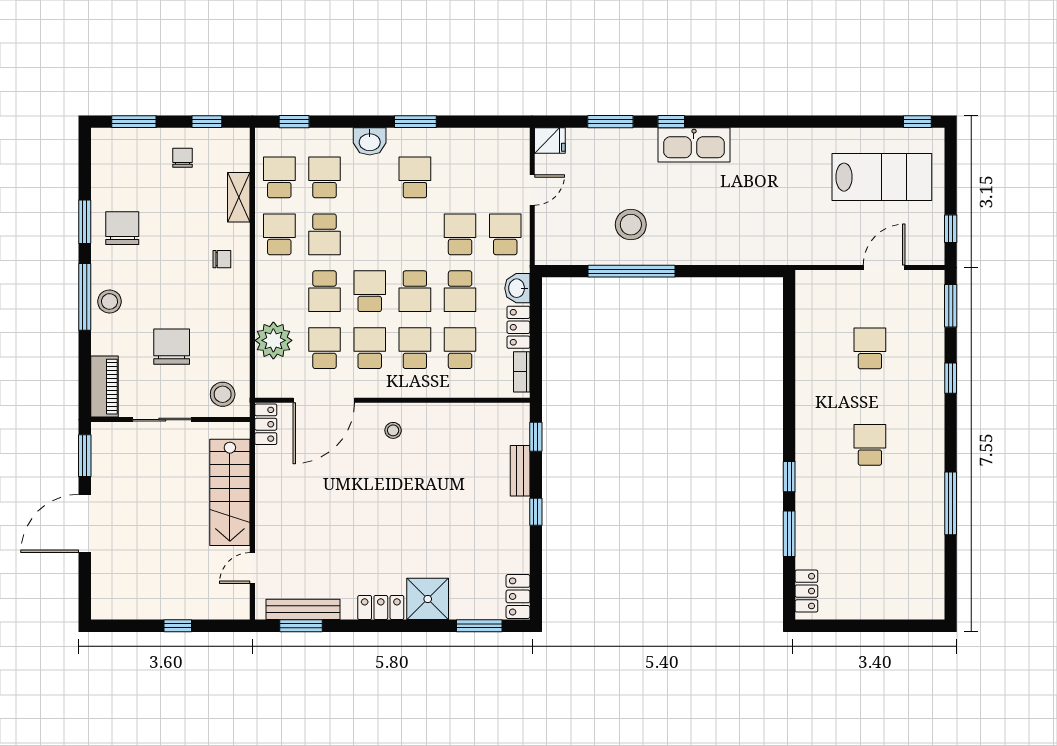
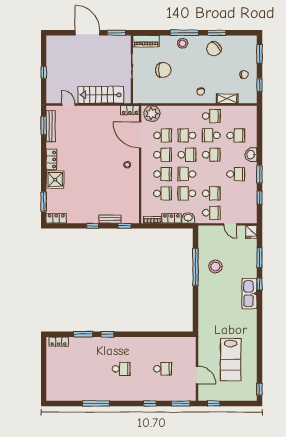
window: (294, 122) -> (259, 198), moved
school desk: (279, 177) -> (211, 155), moved
lab bench: (882, 177) -> (231, 360), moved
chair: (122, 228) -> (214, 49), turned 138
plant: (273, 340) -> (152, 114), moved
stool: (223, 394) -> (143, 92), removed

